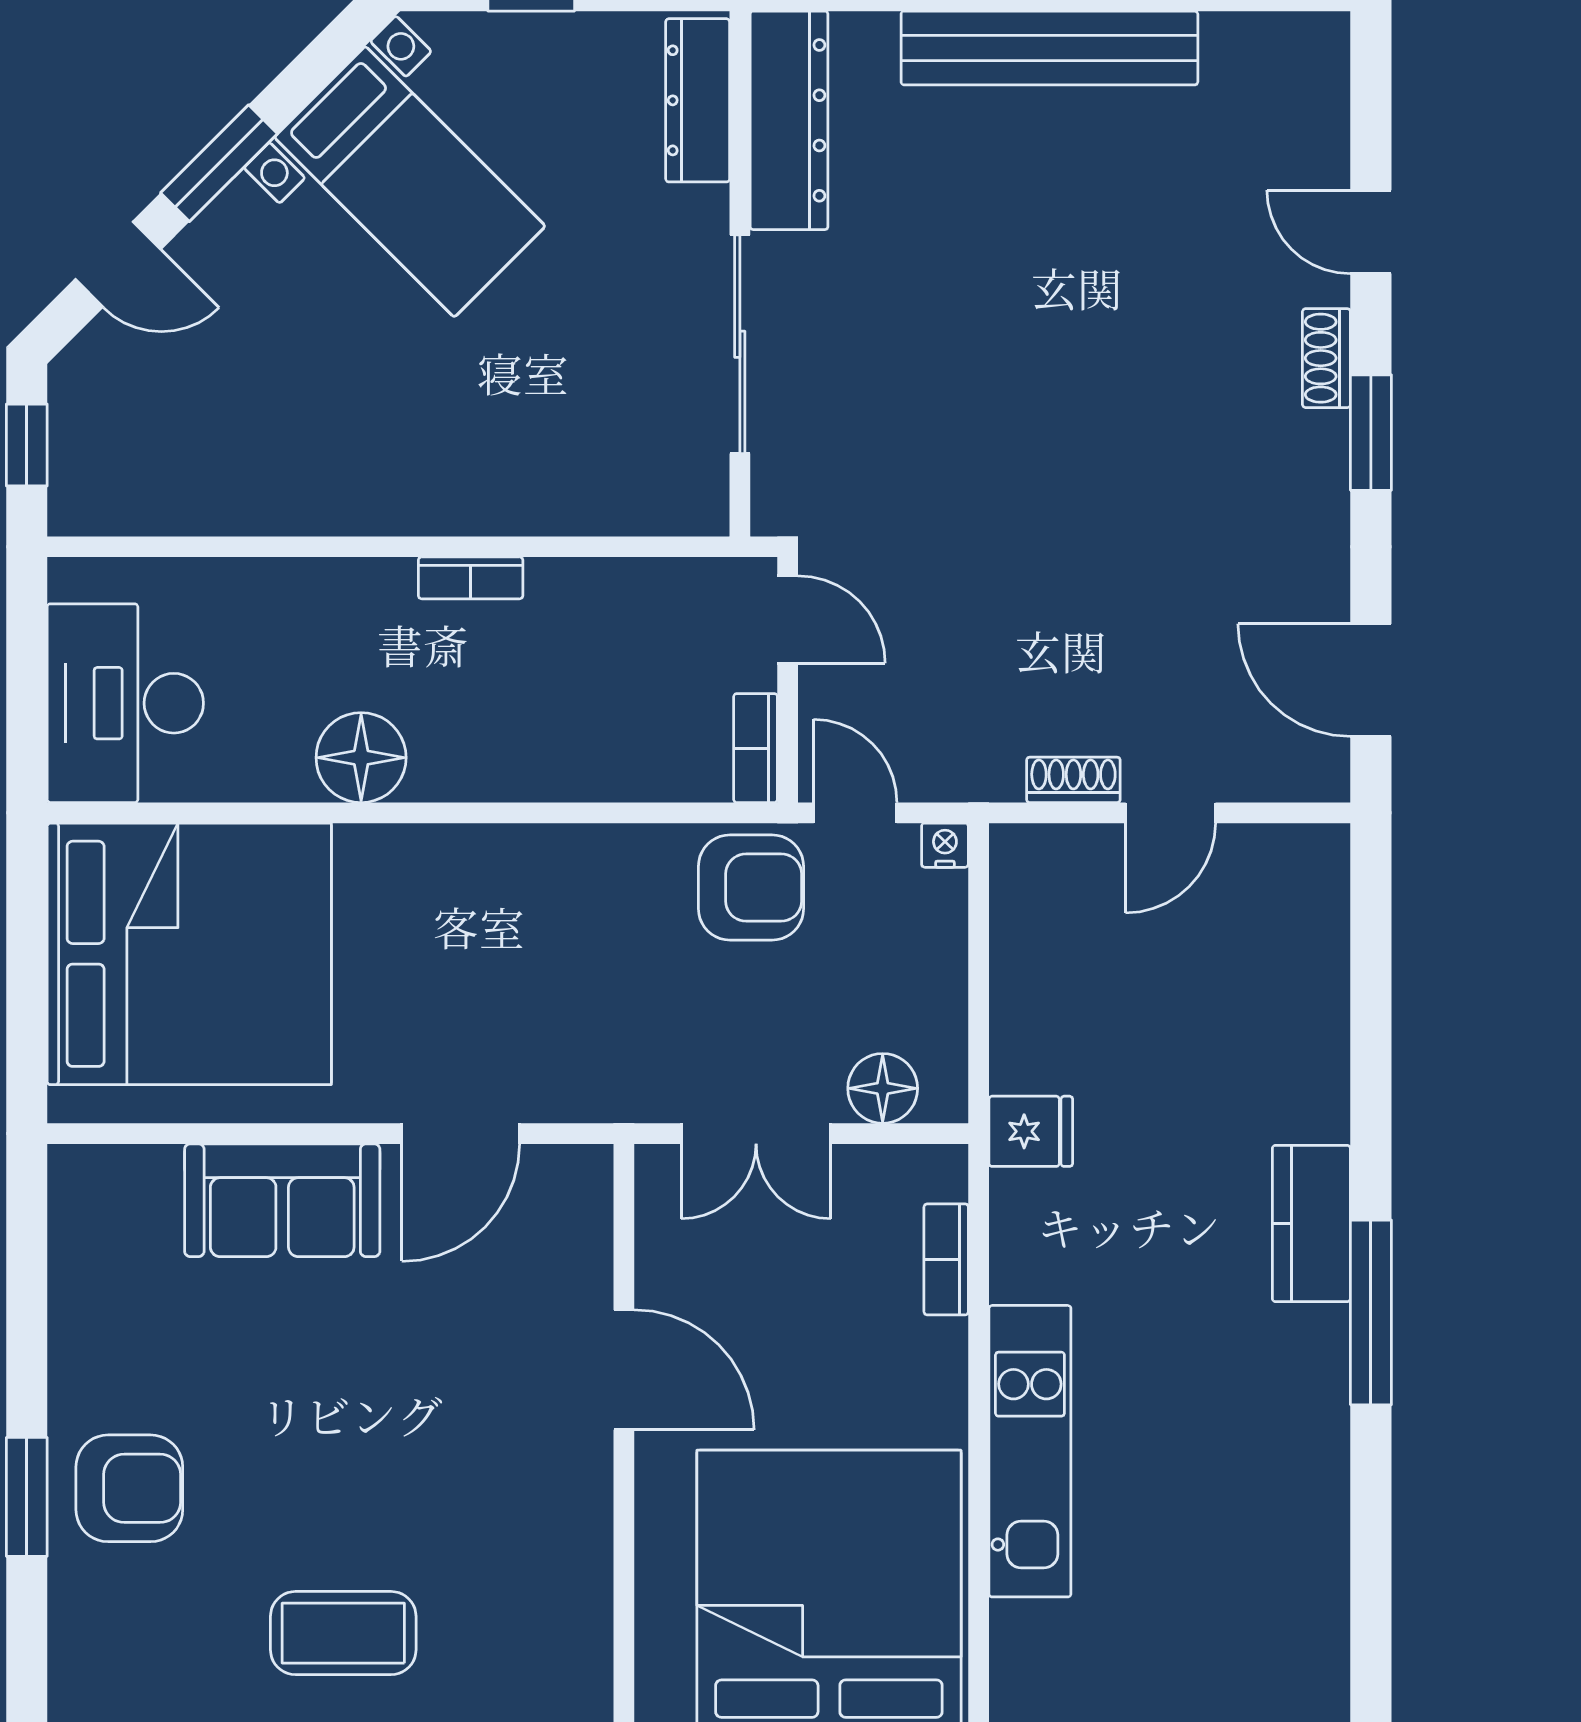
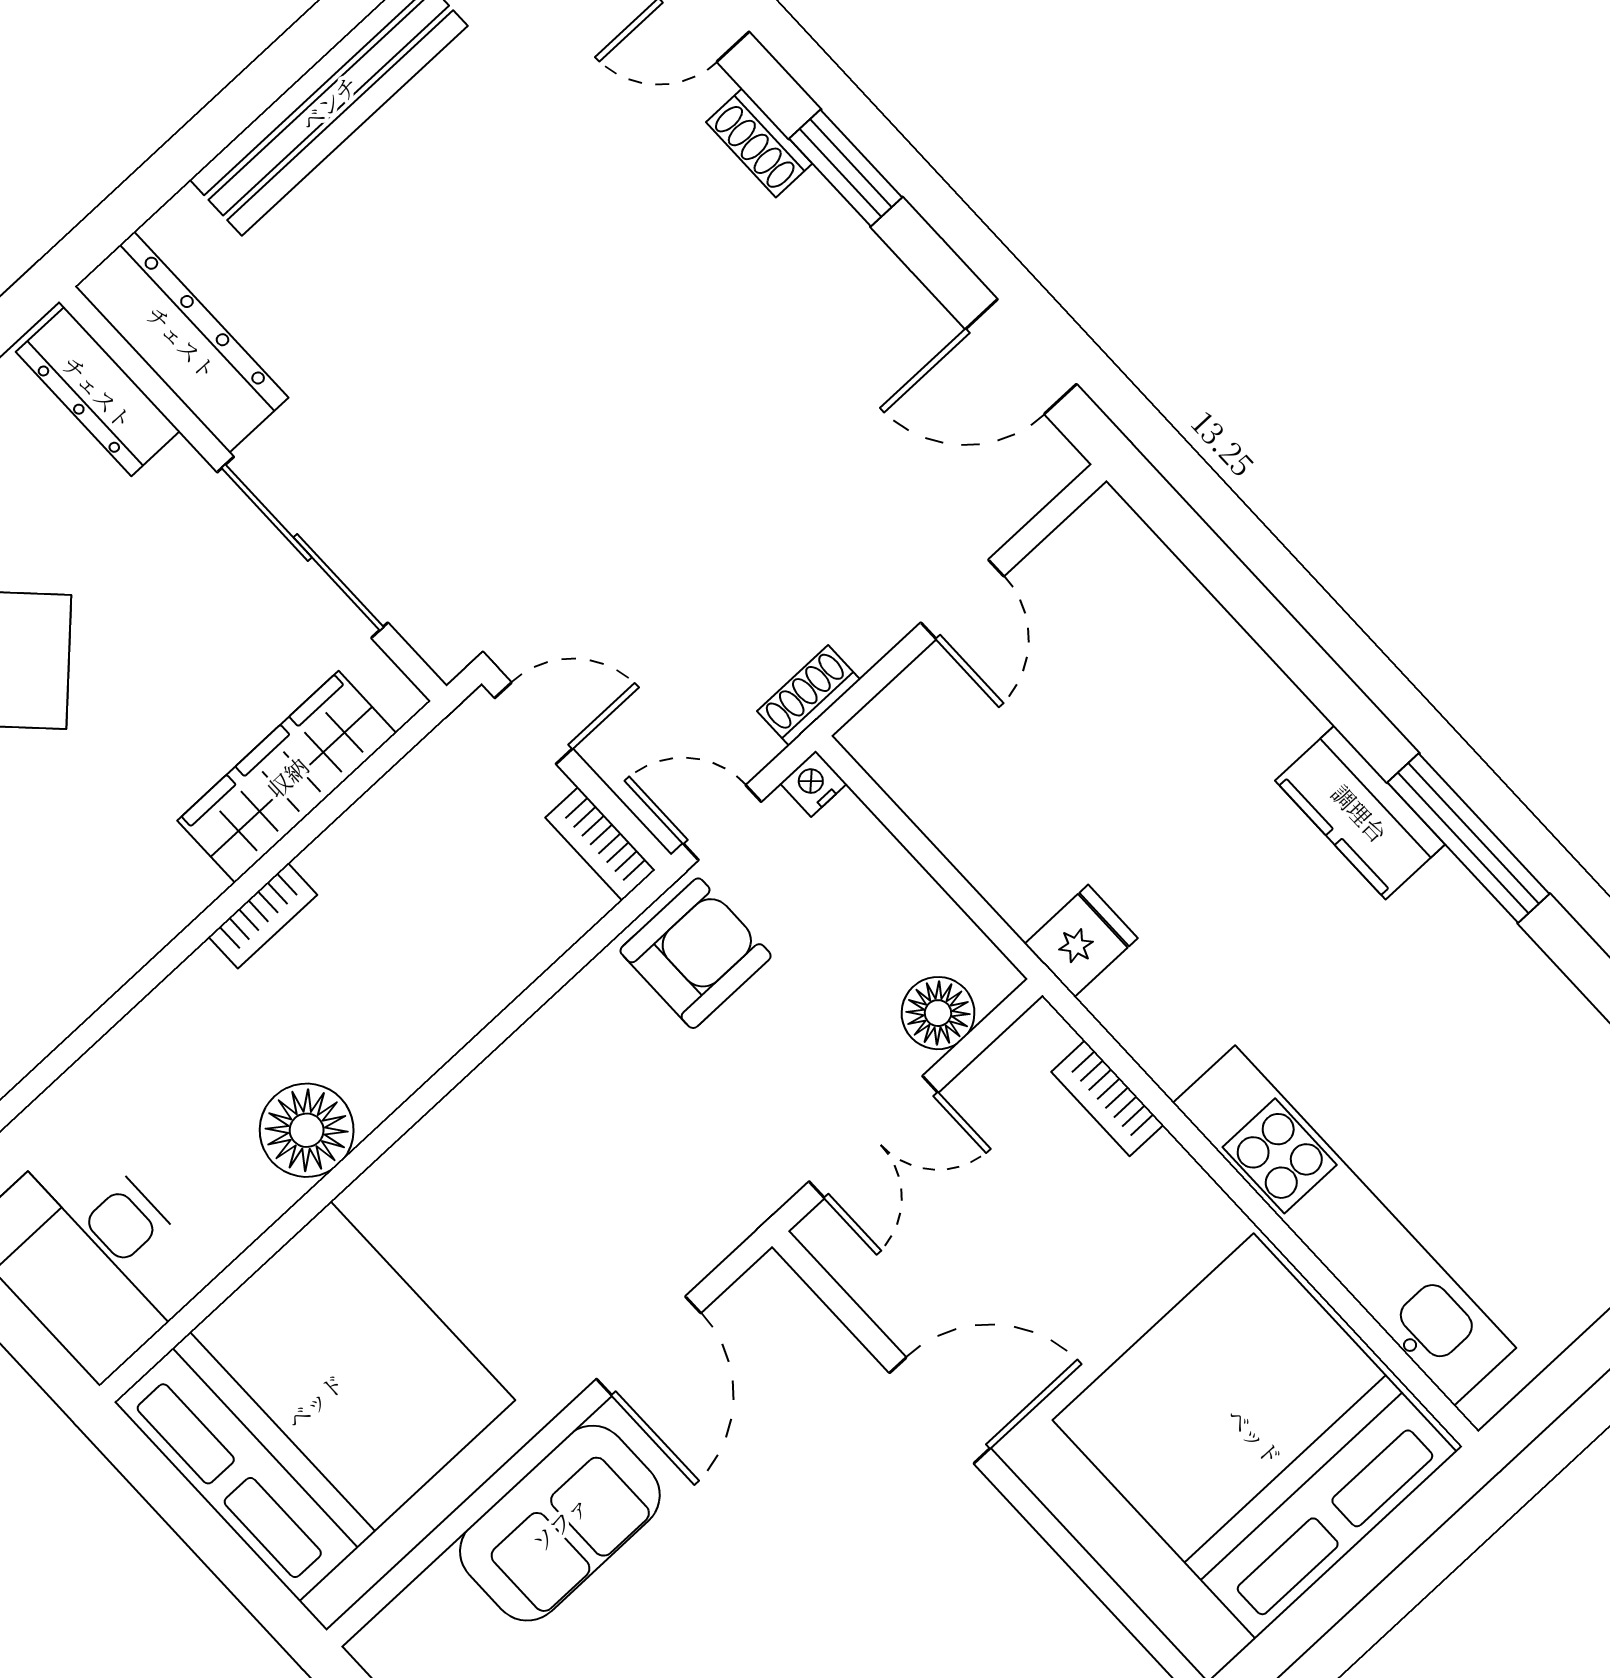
wardrobe: (579, 496) -> (287, 777), added
shoe rack: (1073, 780) -> (809, 695), moved
kitchen unit: (1030, 1451) -> (1344, 1226), width x1.36

